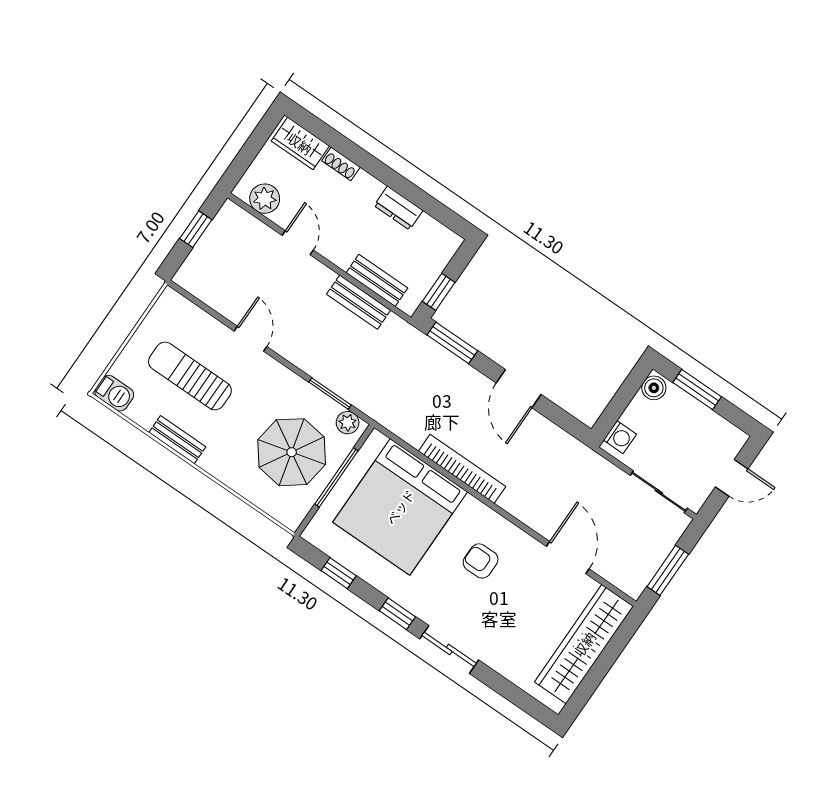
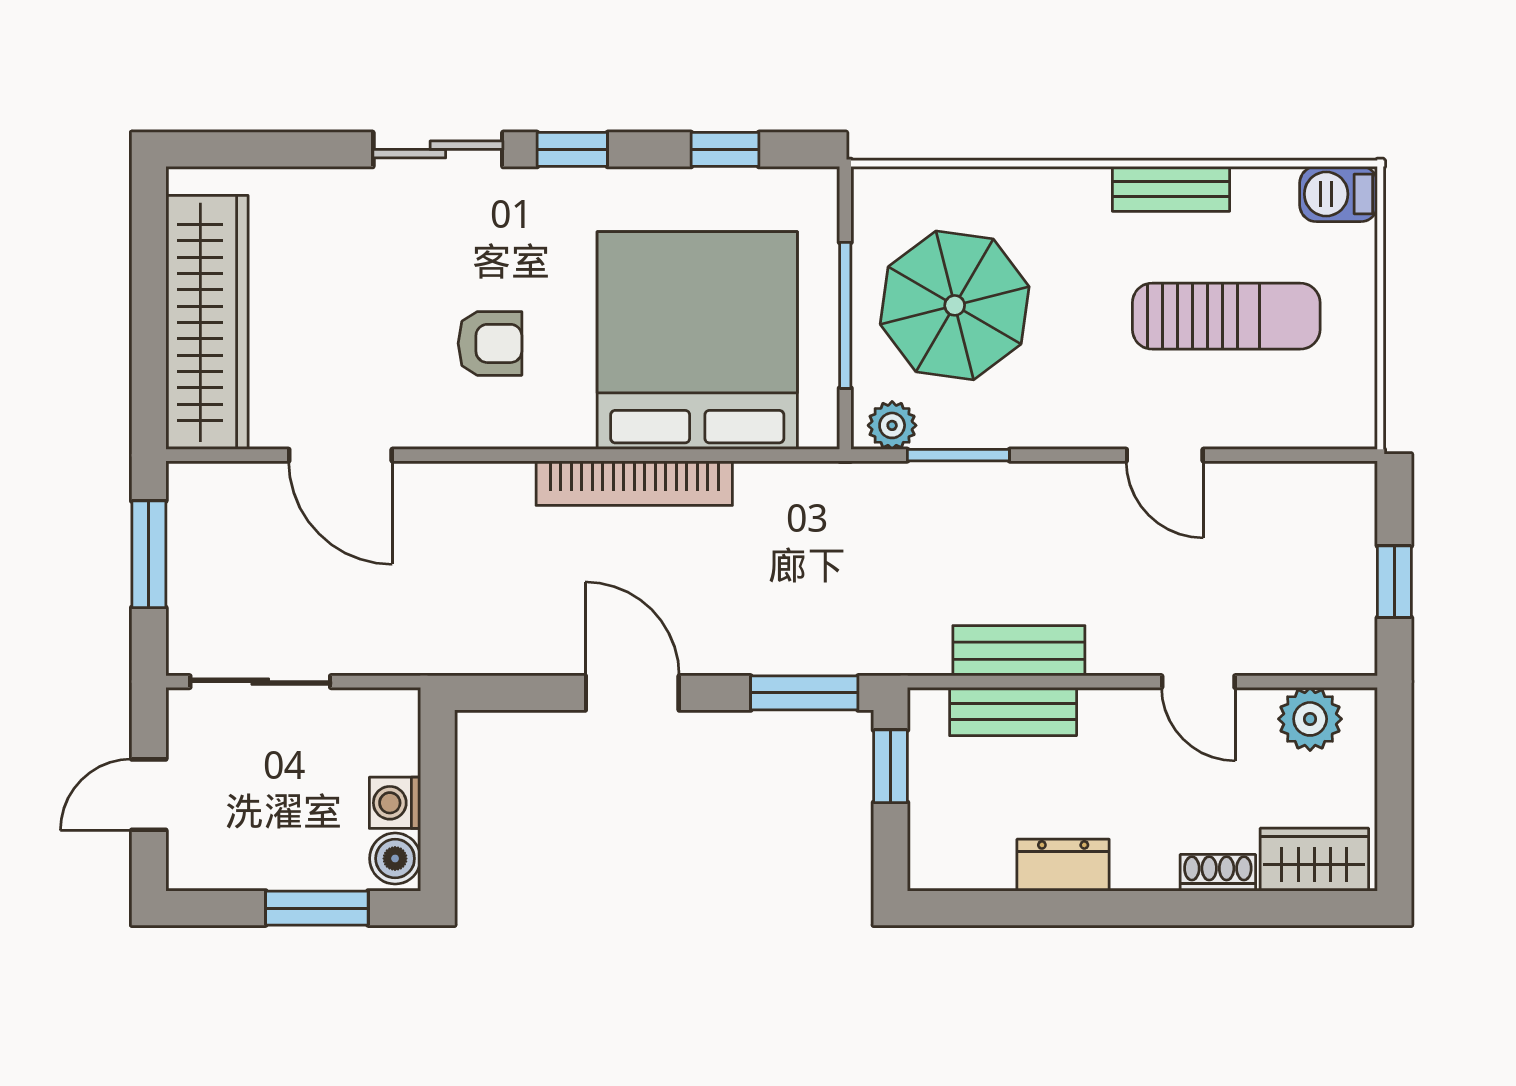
washing machine: (620, 437) -> (395, 803), moved

